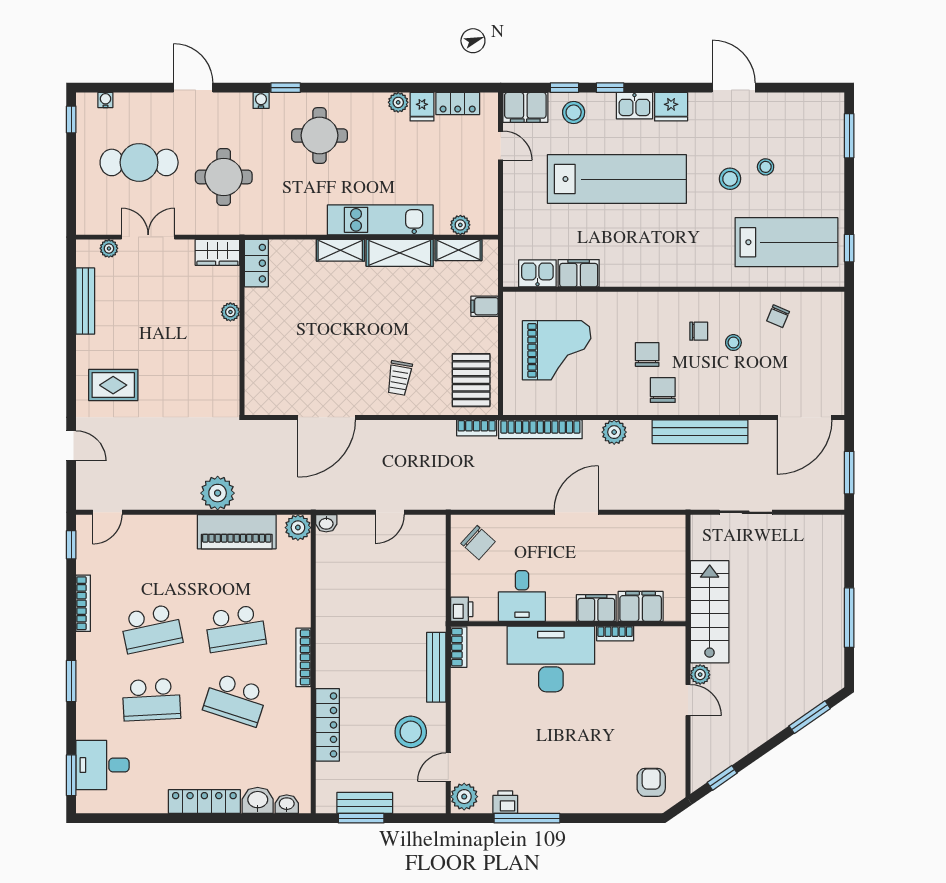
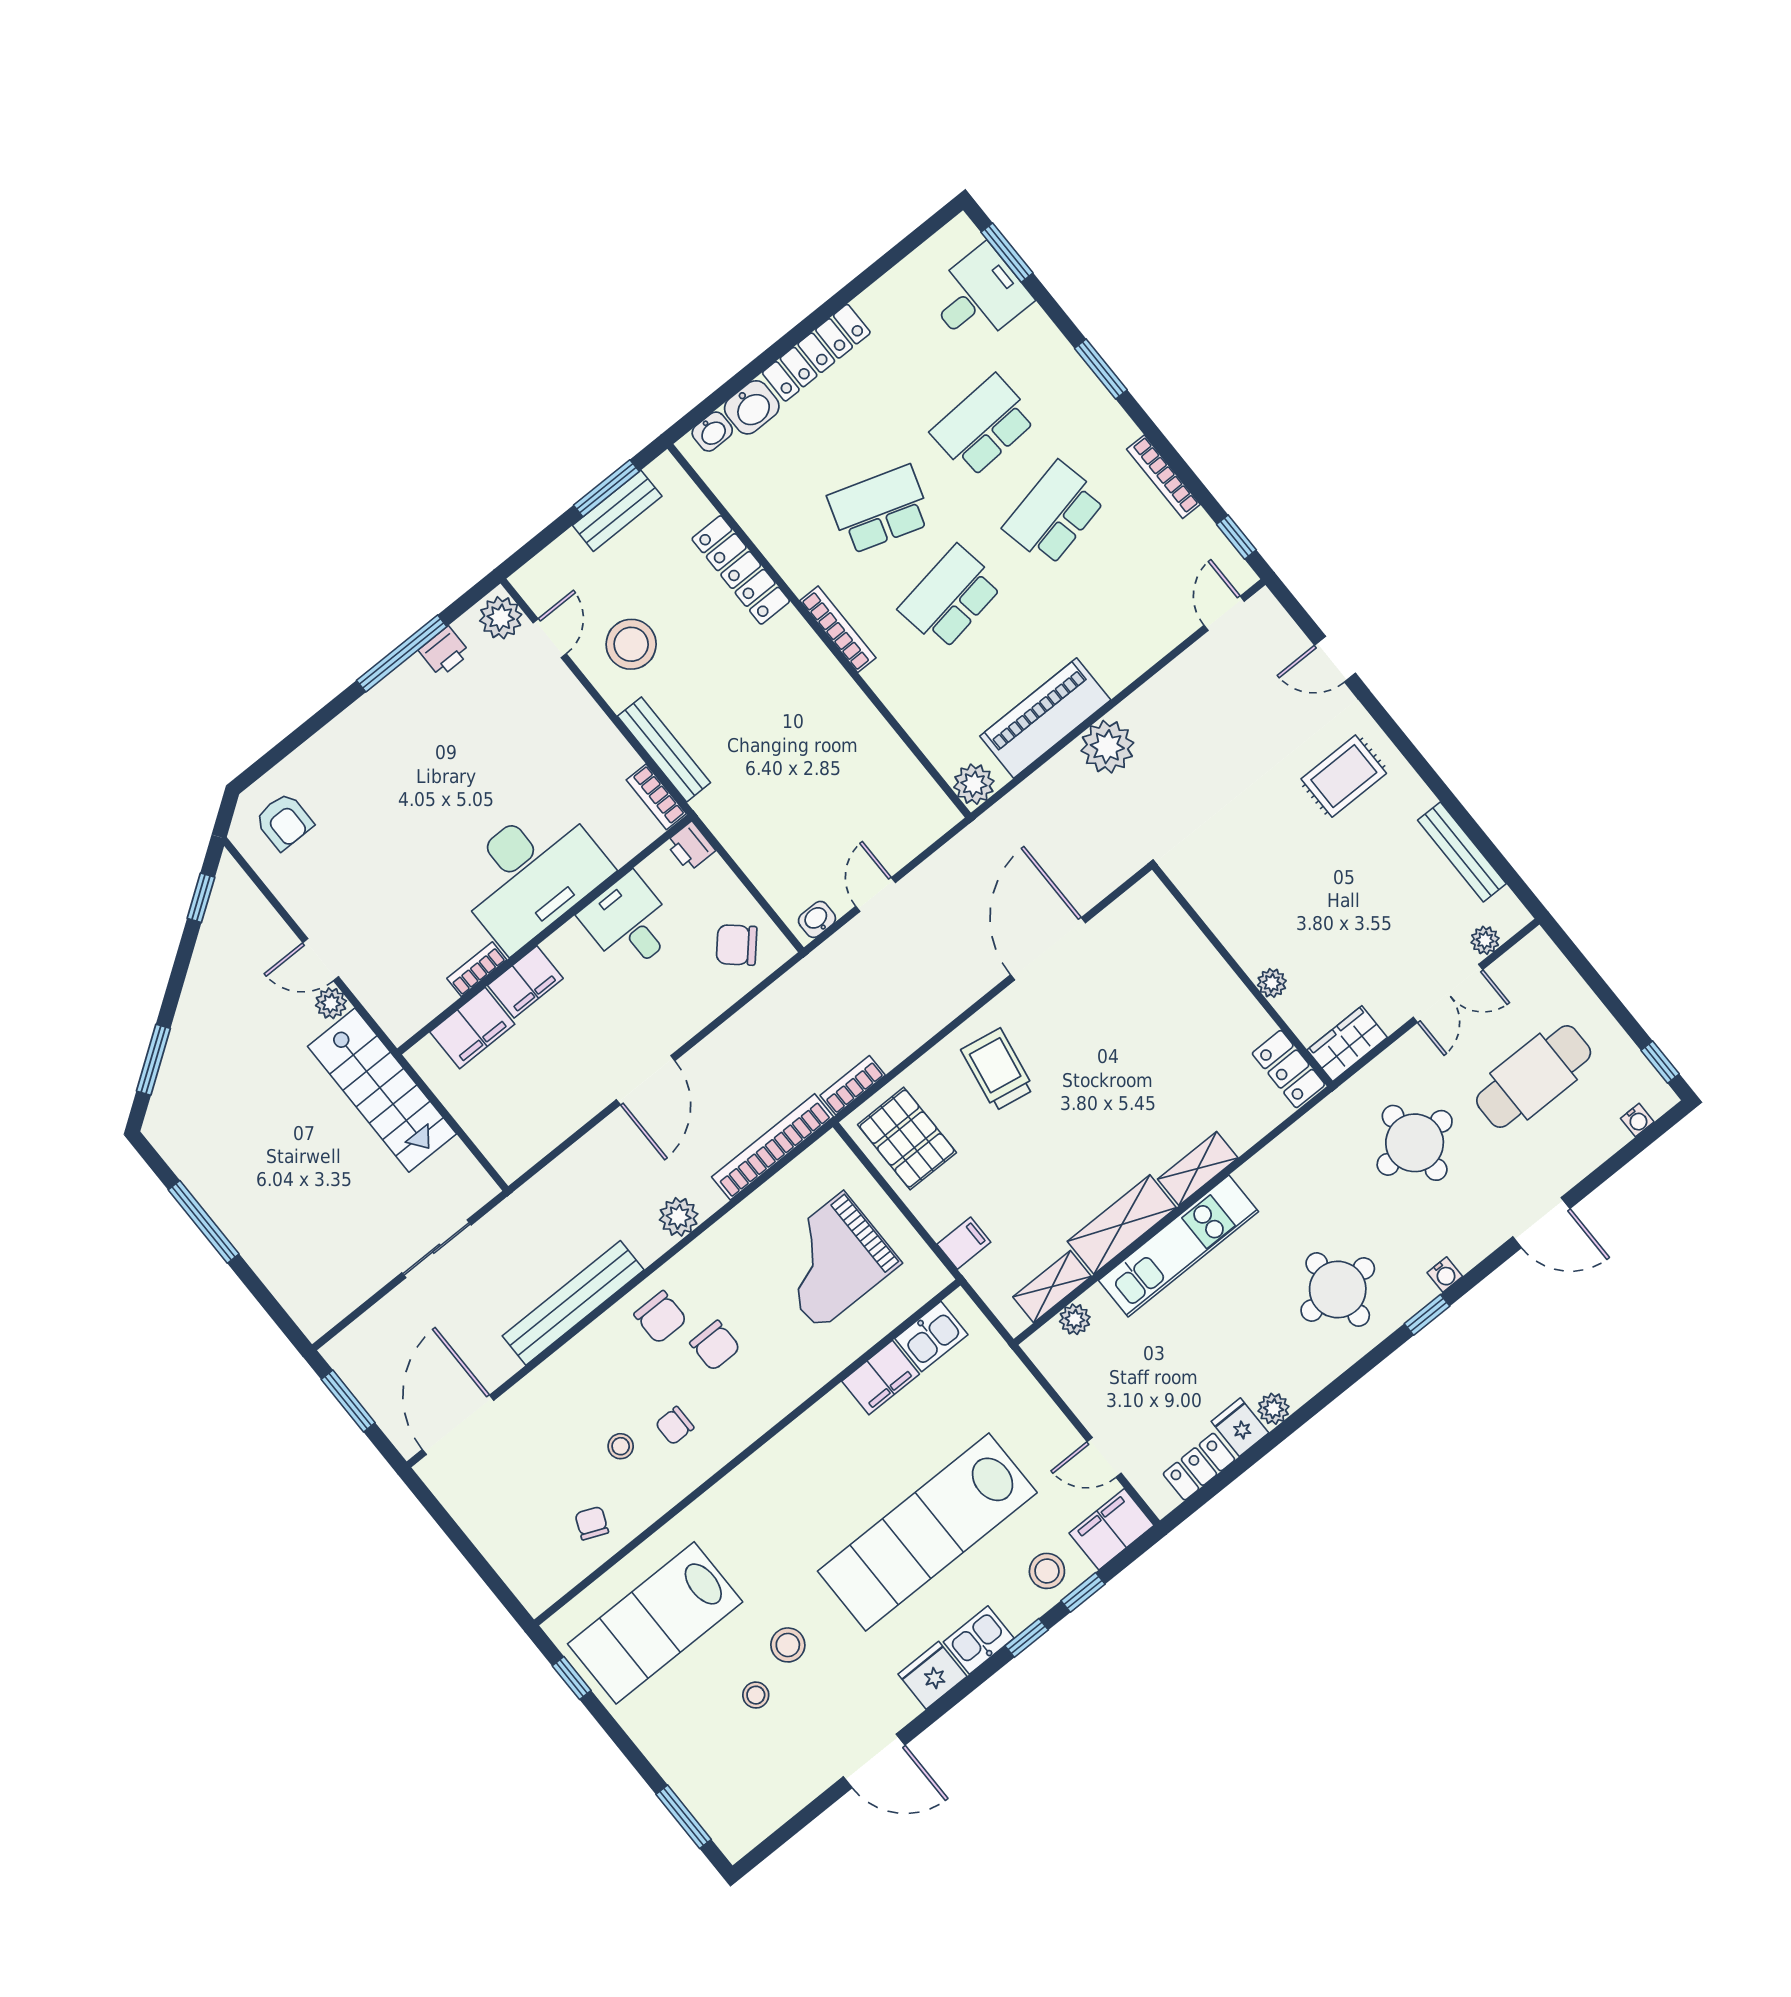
trolley: (399, 378) -> (998, 1070), width x1.36, depth x1.39
washbasin: (326, 523) -> (817, 919), moved

